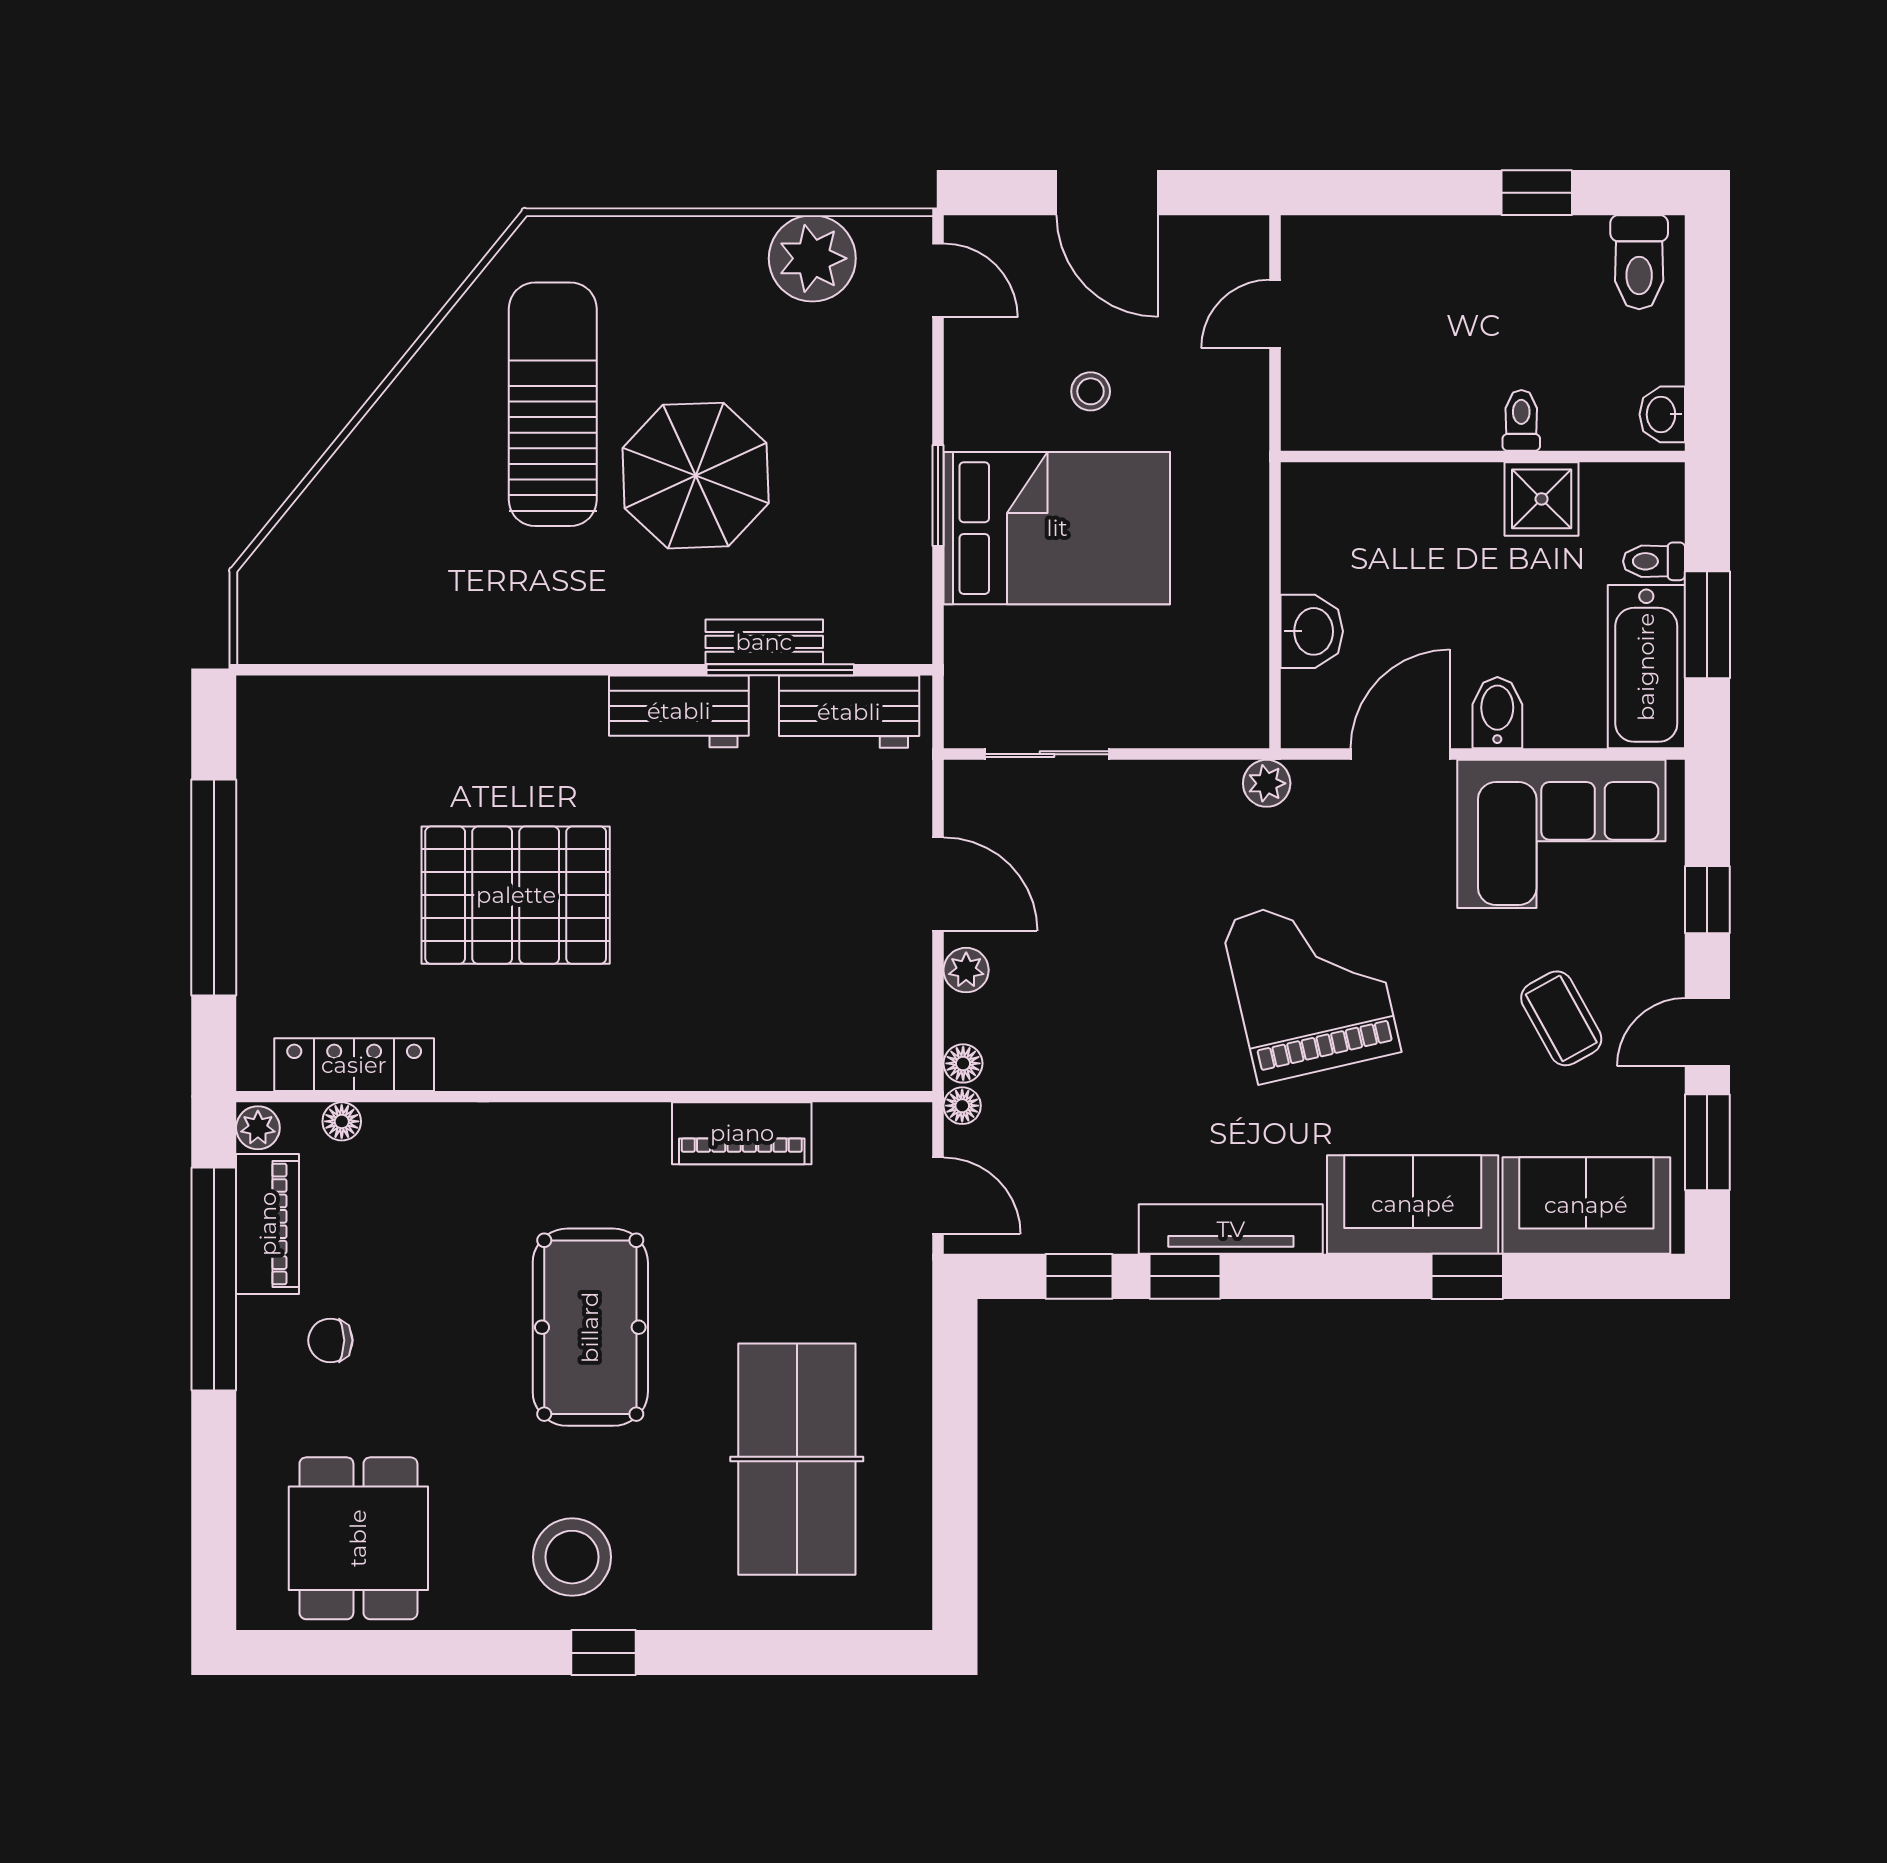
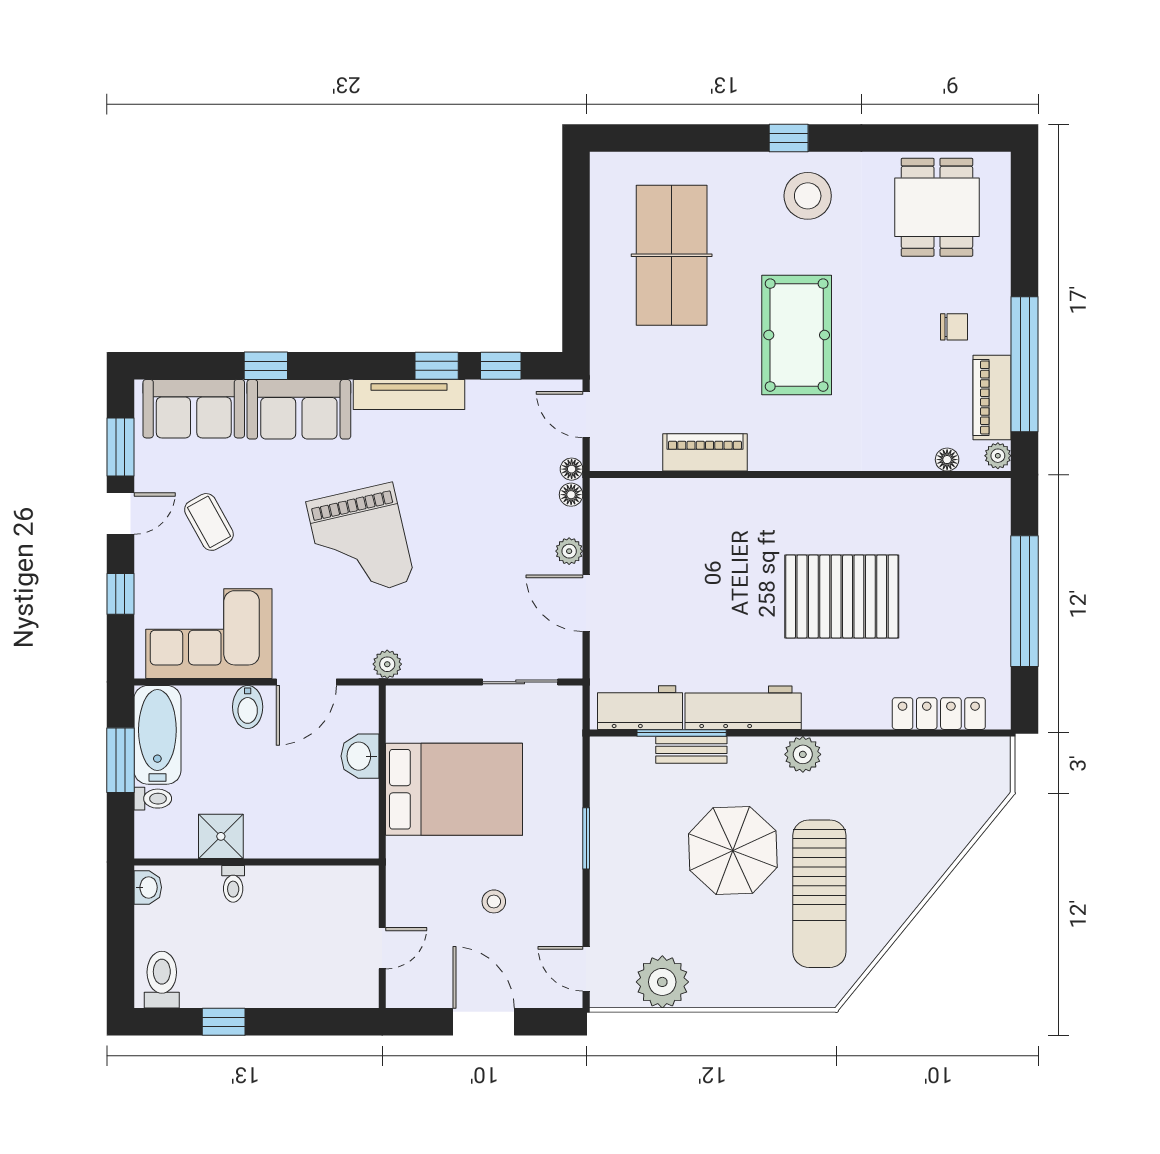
bed: (1057, 528) -> (454, 789), moved, turned 180
plant: (580, 634) -> (803, 754), added
workbench: (679, 711) -> (743, 708), width x1.38
locker: (354, 1065) -> (939, 714), moved, turned 180

